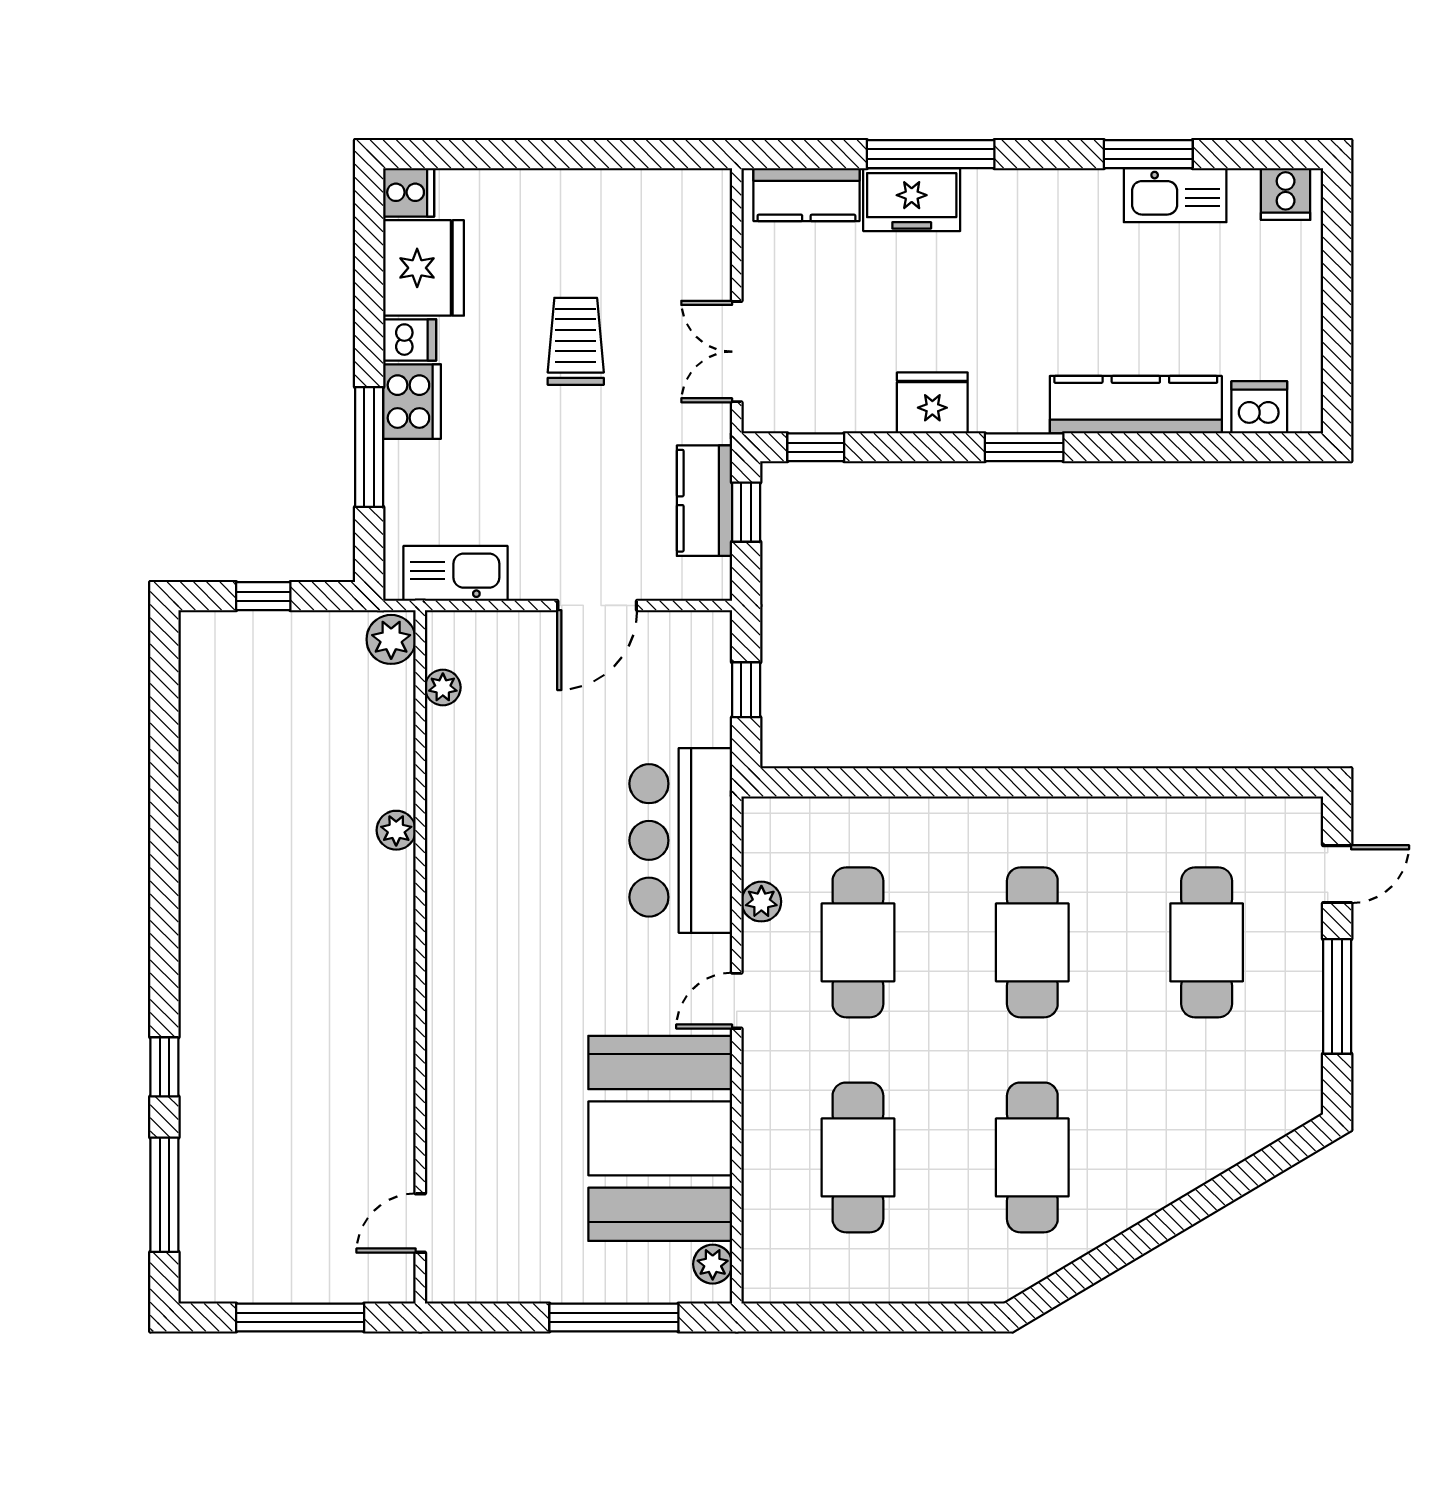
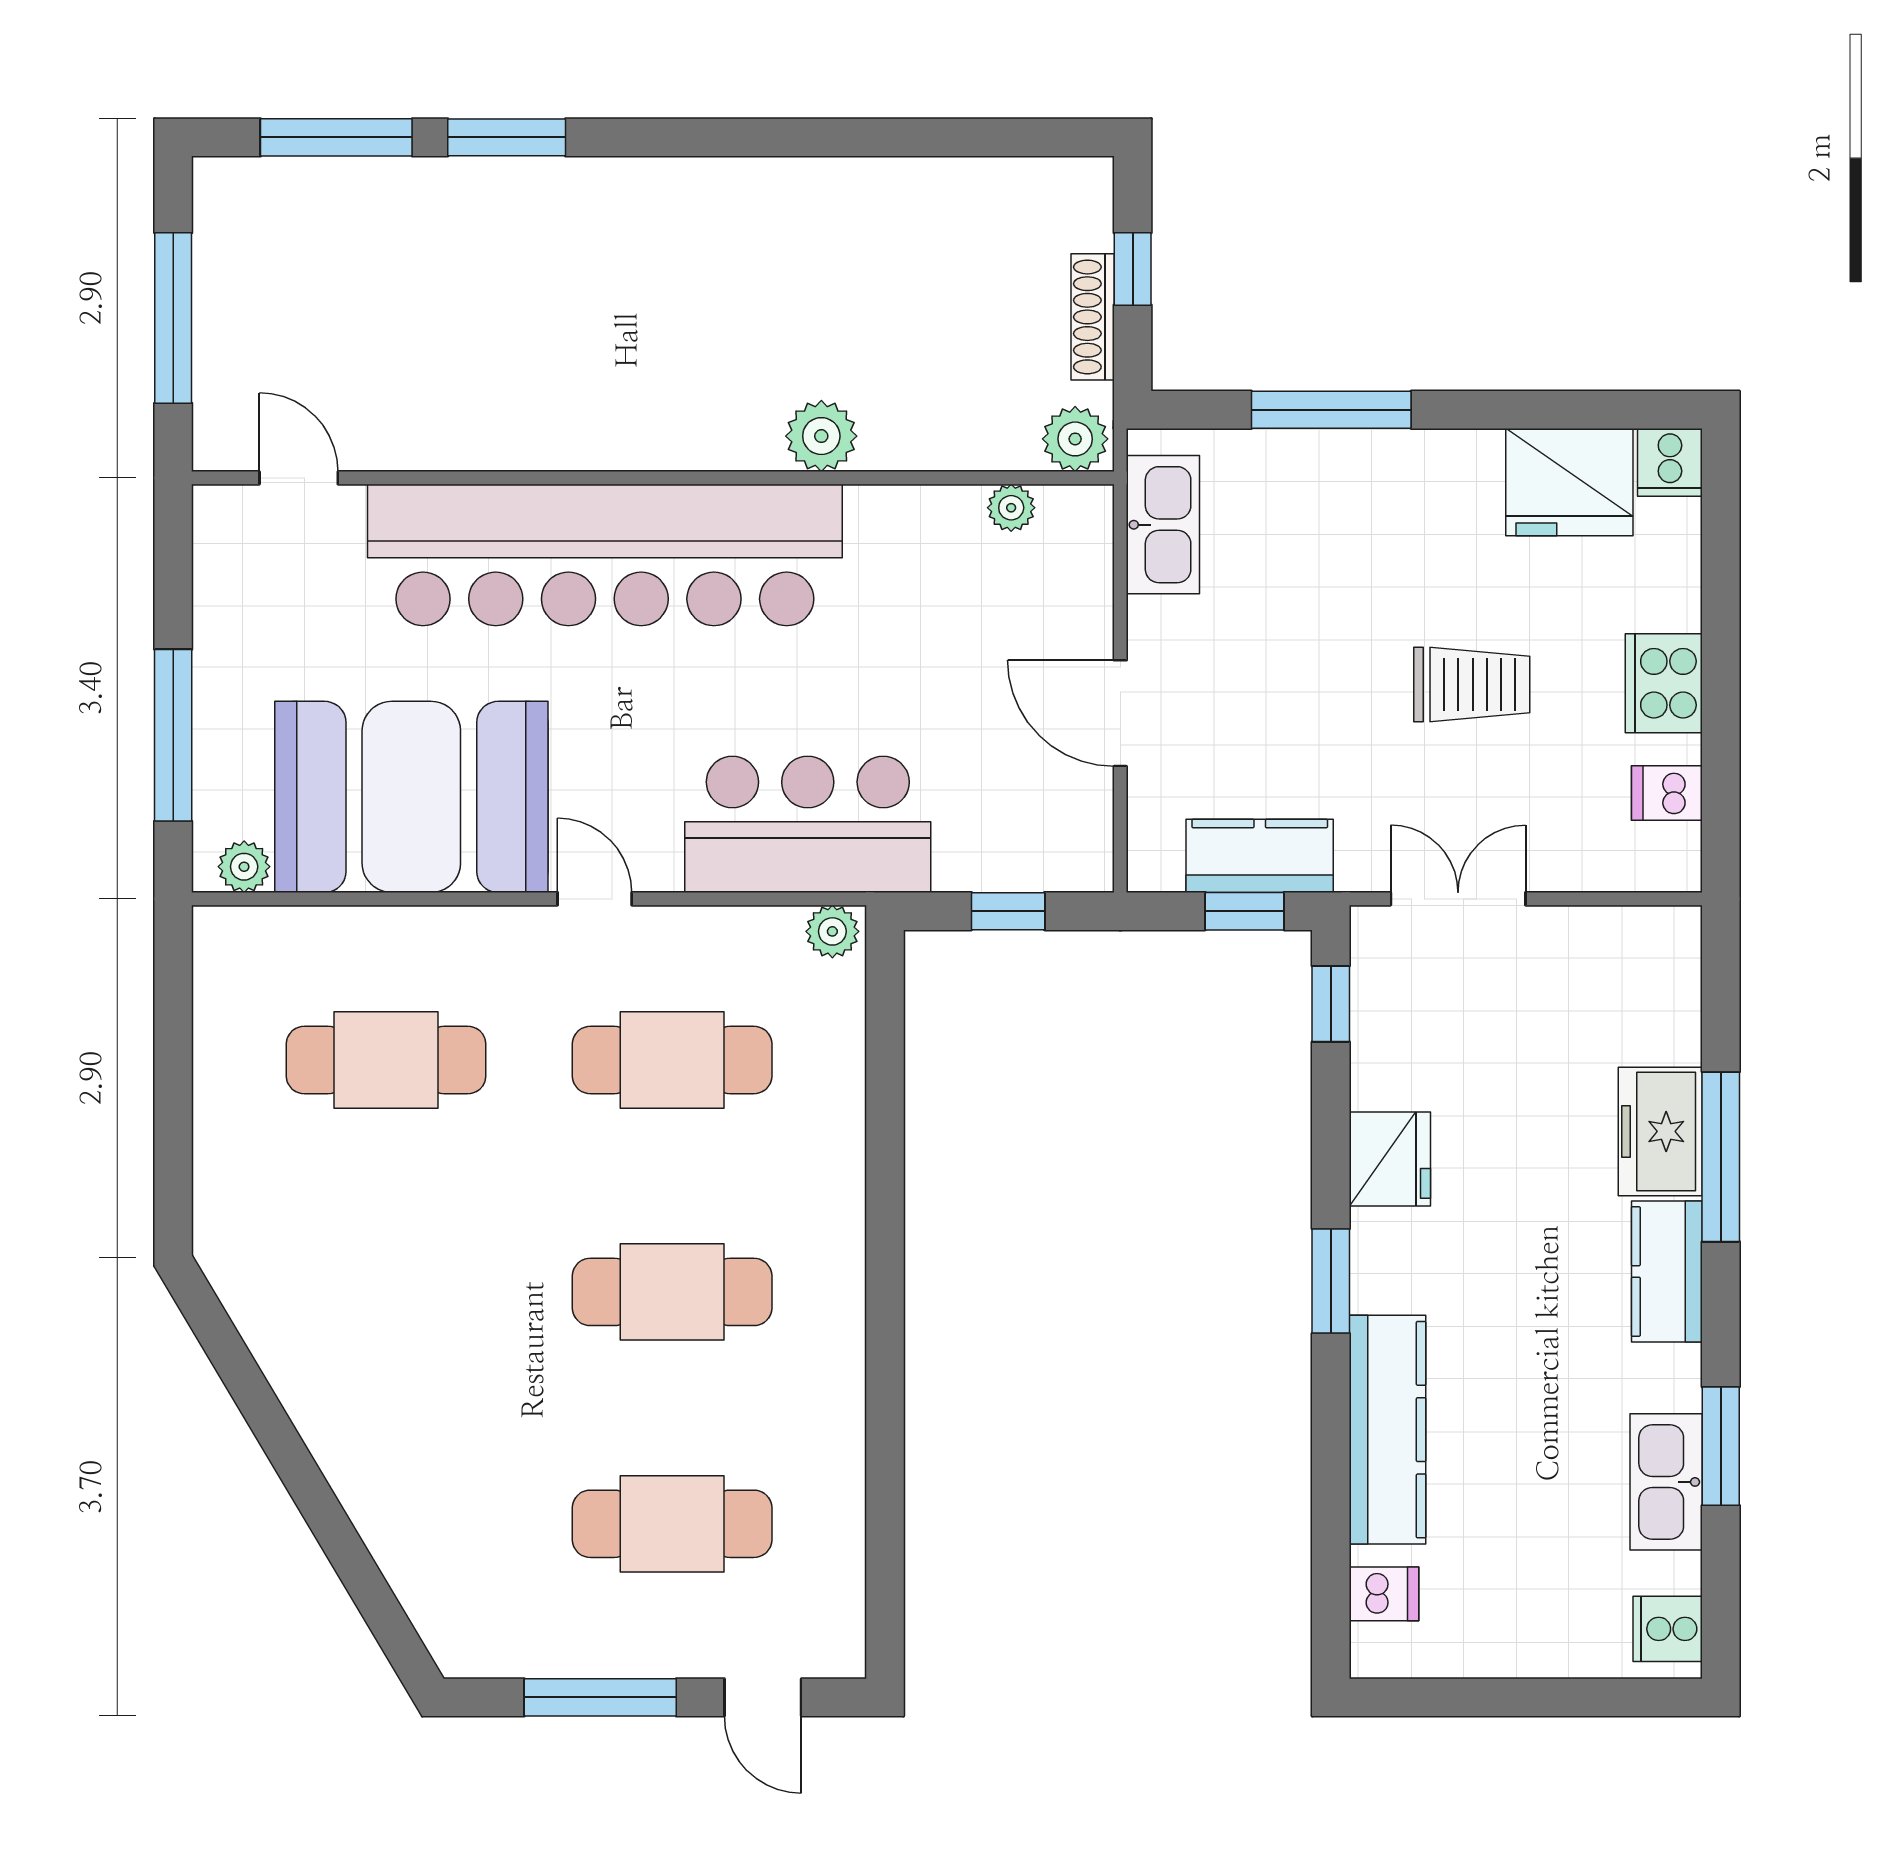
kitchen counter: (806, 195) -> (1667, 1271), moved
dishwasher: (410, 340) -> (1667, 793), moved, turned 90
cooker: (412, 402) -> (1664, 683), moved, turned 90
dishwasher: (1259, 407) -> (1384, 1594), width x0.73
shoe rack: (299, 626) -> (1093, 317), added
plant: (396, 830) -> (821, 436), width x1.38, depth x1.38
plant: (761, 902) -> (832, 931), moved
bar counter: (478, 993) -> (605, 555), added
window: (164, 1067) -> (507, 137), width x1.50
cafe table: (1032, 1157) -> (386, 1292), removed

